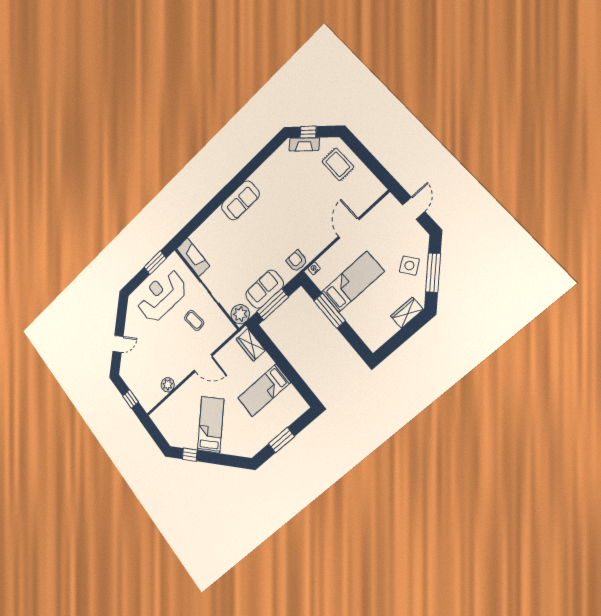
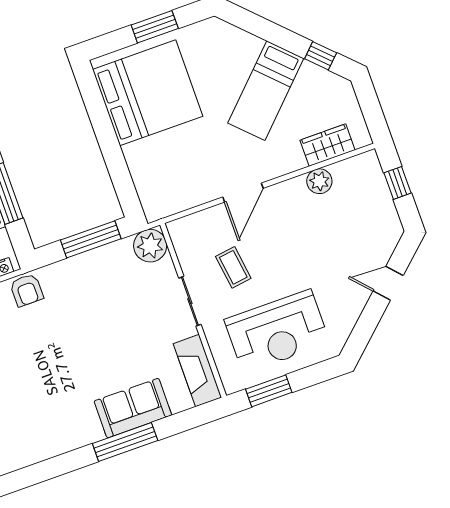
sofa: (240, 200) -> (133, 408), moved
window: (216, 202) -> (125, 442), added
sofa: (265, 289) -> (95, 268), removed
wardrobe: (251, 345) -> (327, 145), moved, turned -90
door: (203, 363) -> (243, 193), swing flipped
bed: (264, 390) -> (148, 93), width x2.04

